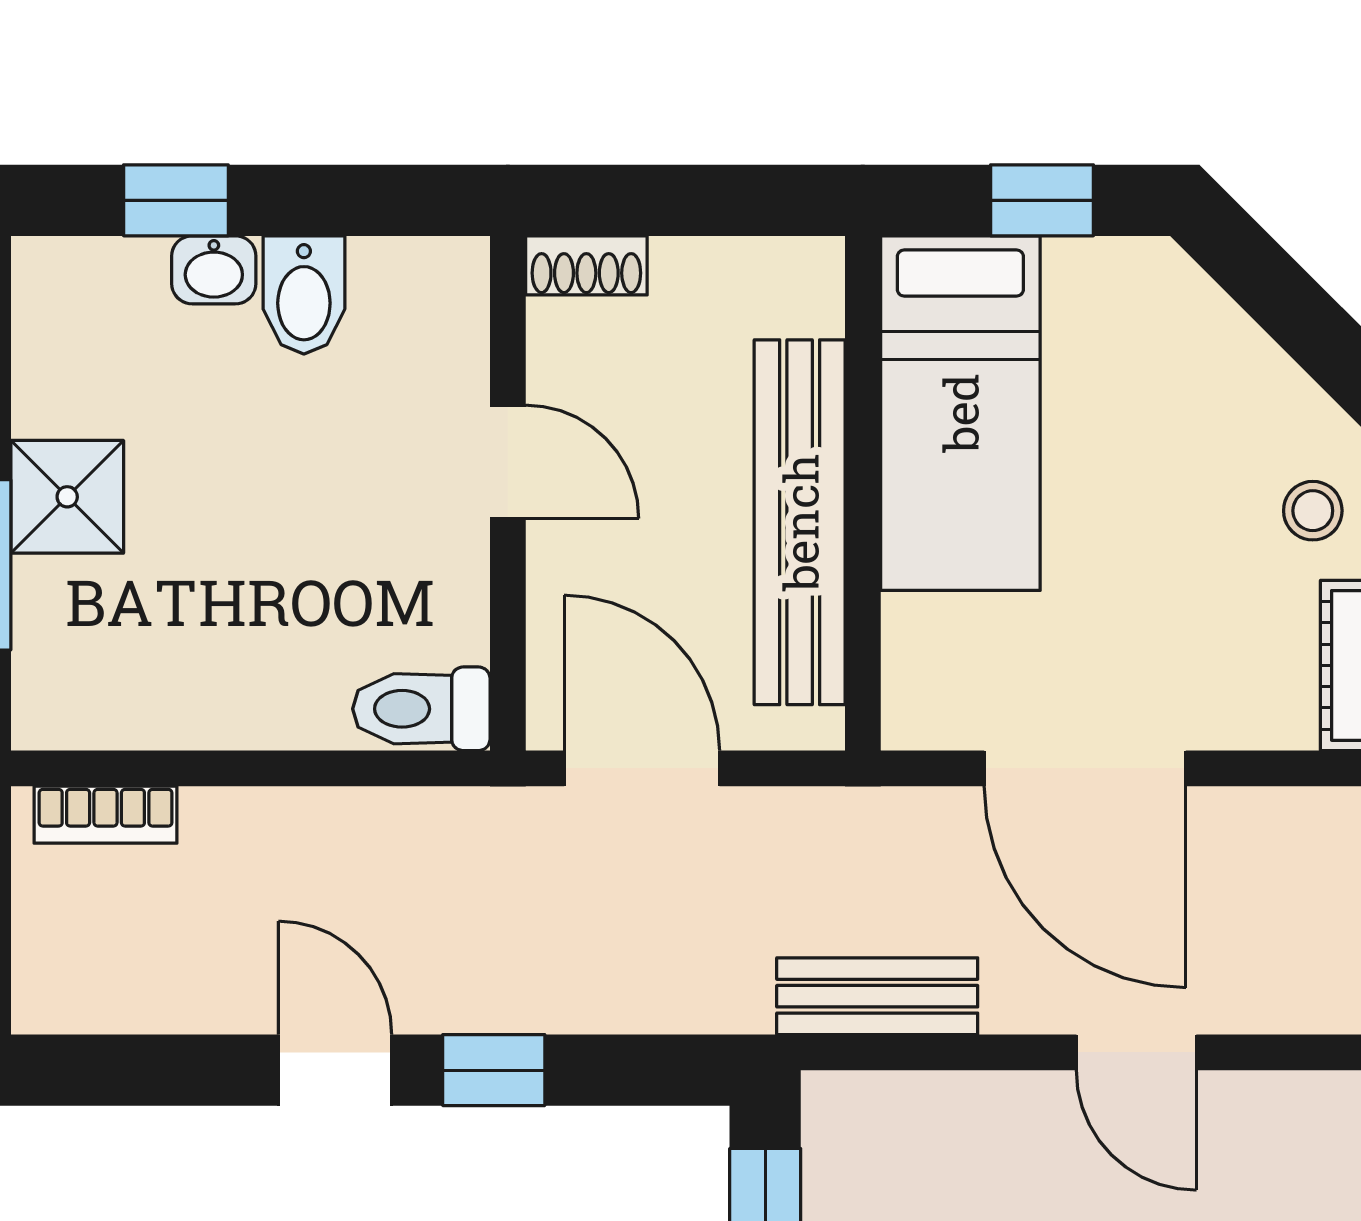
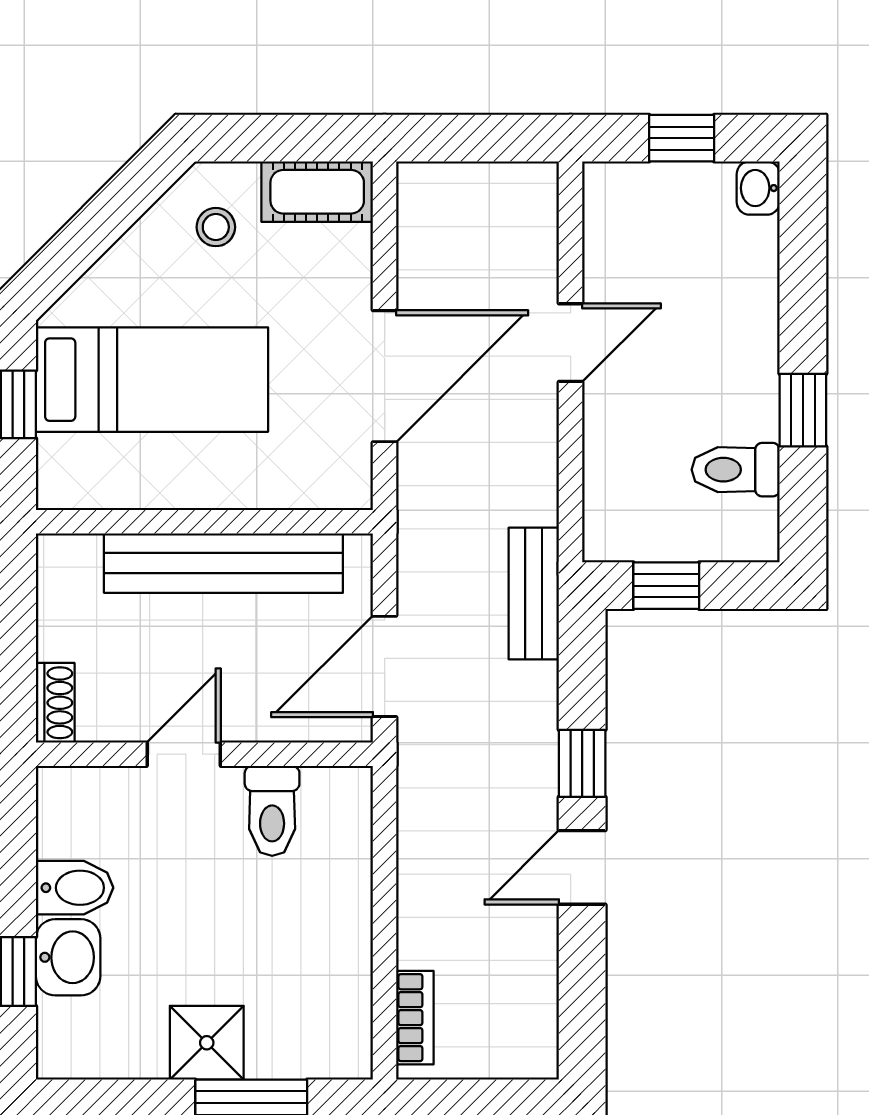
washbasin: (214, 270) -> (68, 957), width x1.38, depth x1.45
bed: (960, 413) -> (152, 380), moved
toilet: (421, 709) -> (272, 811), moved
bench: (877, 996) -> (534, 593), moved

